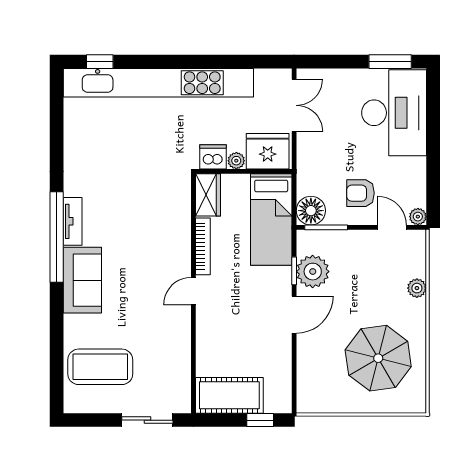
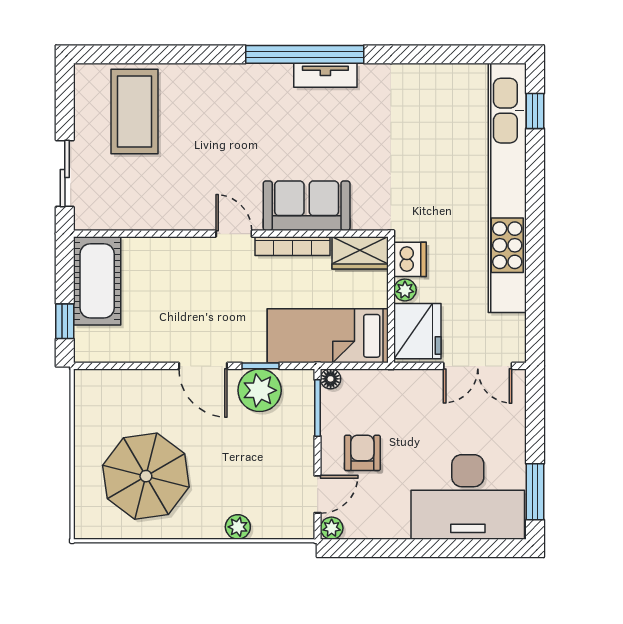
floor lamp: (311, 211) -> (331, 379), width x0.53, depth x0.53
sofa: (82, 280) -> (307, 206), moved, turned 180

